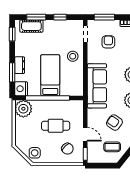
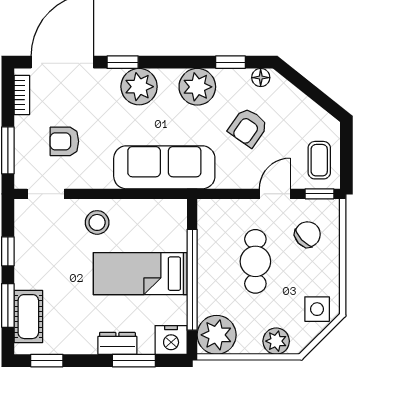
plant: (21, 135) -> (276, 341), added
coffee table: (112, 147) -> (319, 160), moved

